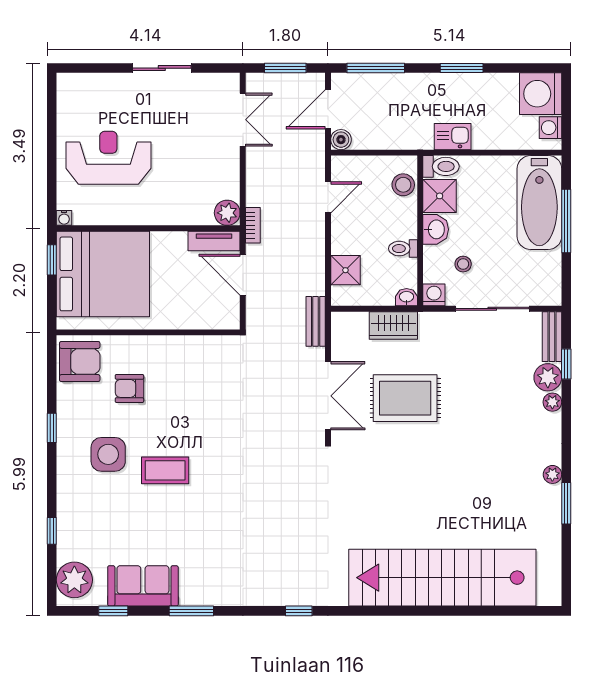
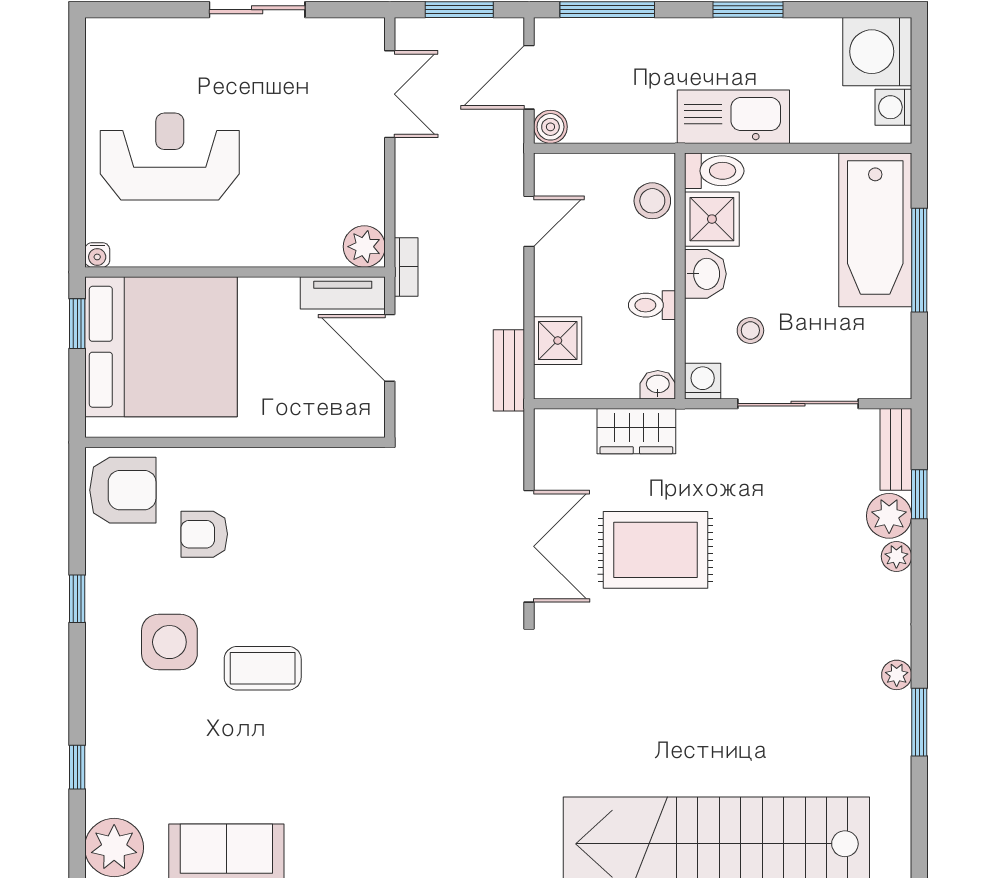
kitchen sink: (453, 137) -> (733, 117), width x1.88, depth x1.24
bench: (316, 321) -> (509, 370), moved

